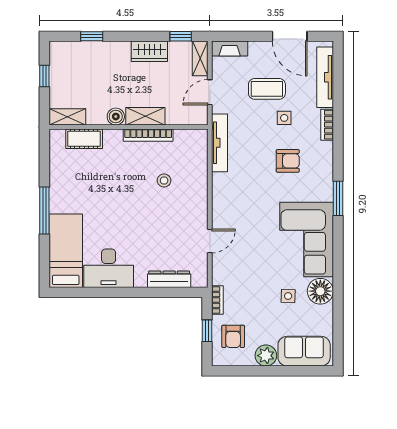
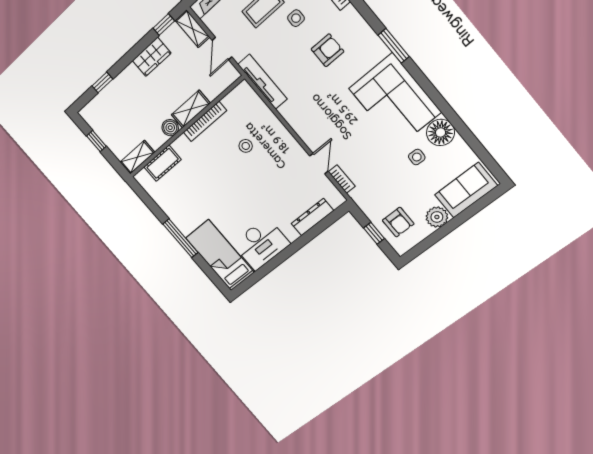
bookcase: (217, 300) -> (342, 179), moved

